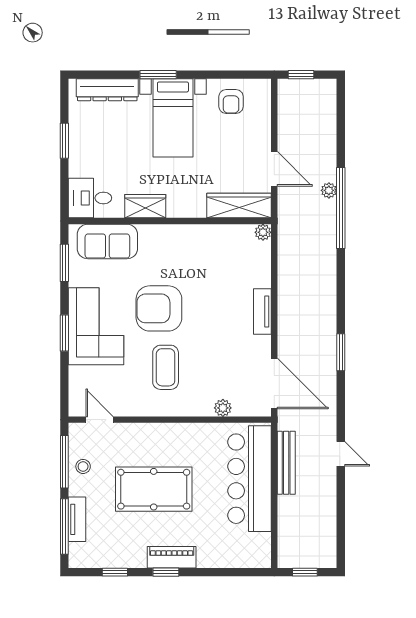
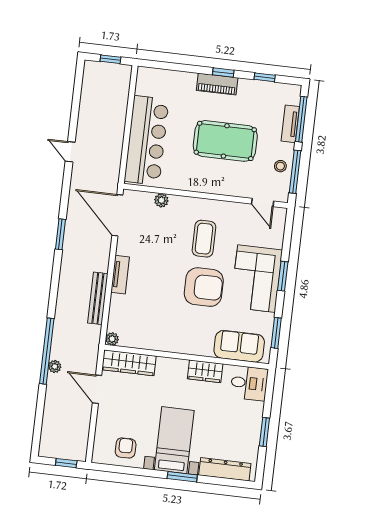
bench: (286, 463) -> (98, 298), moved

